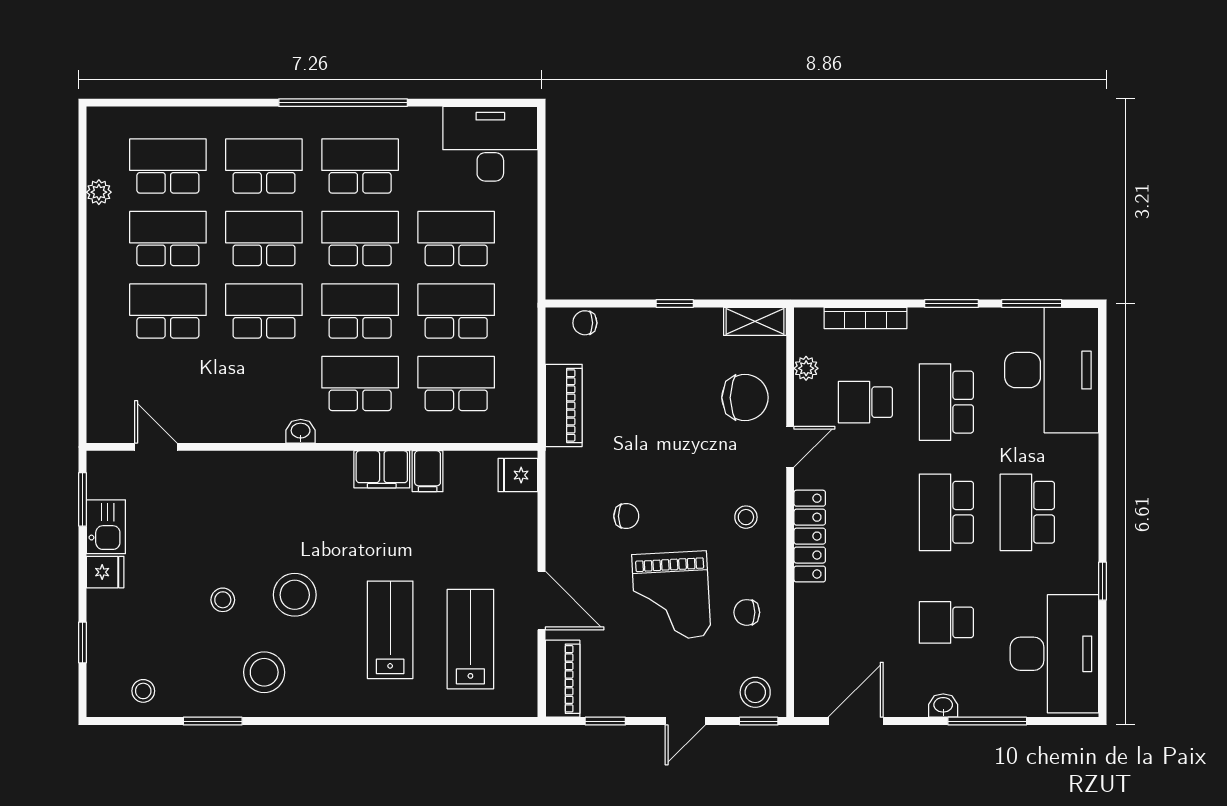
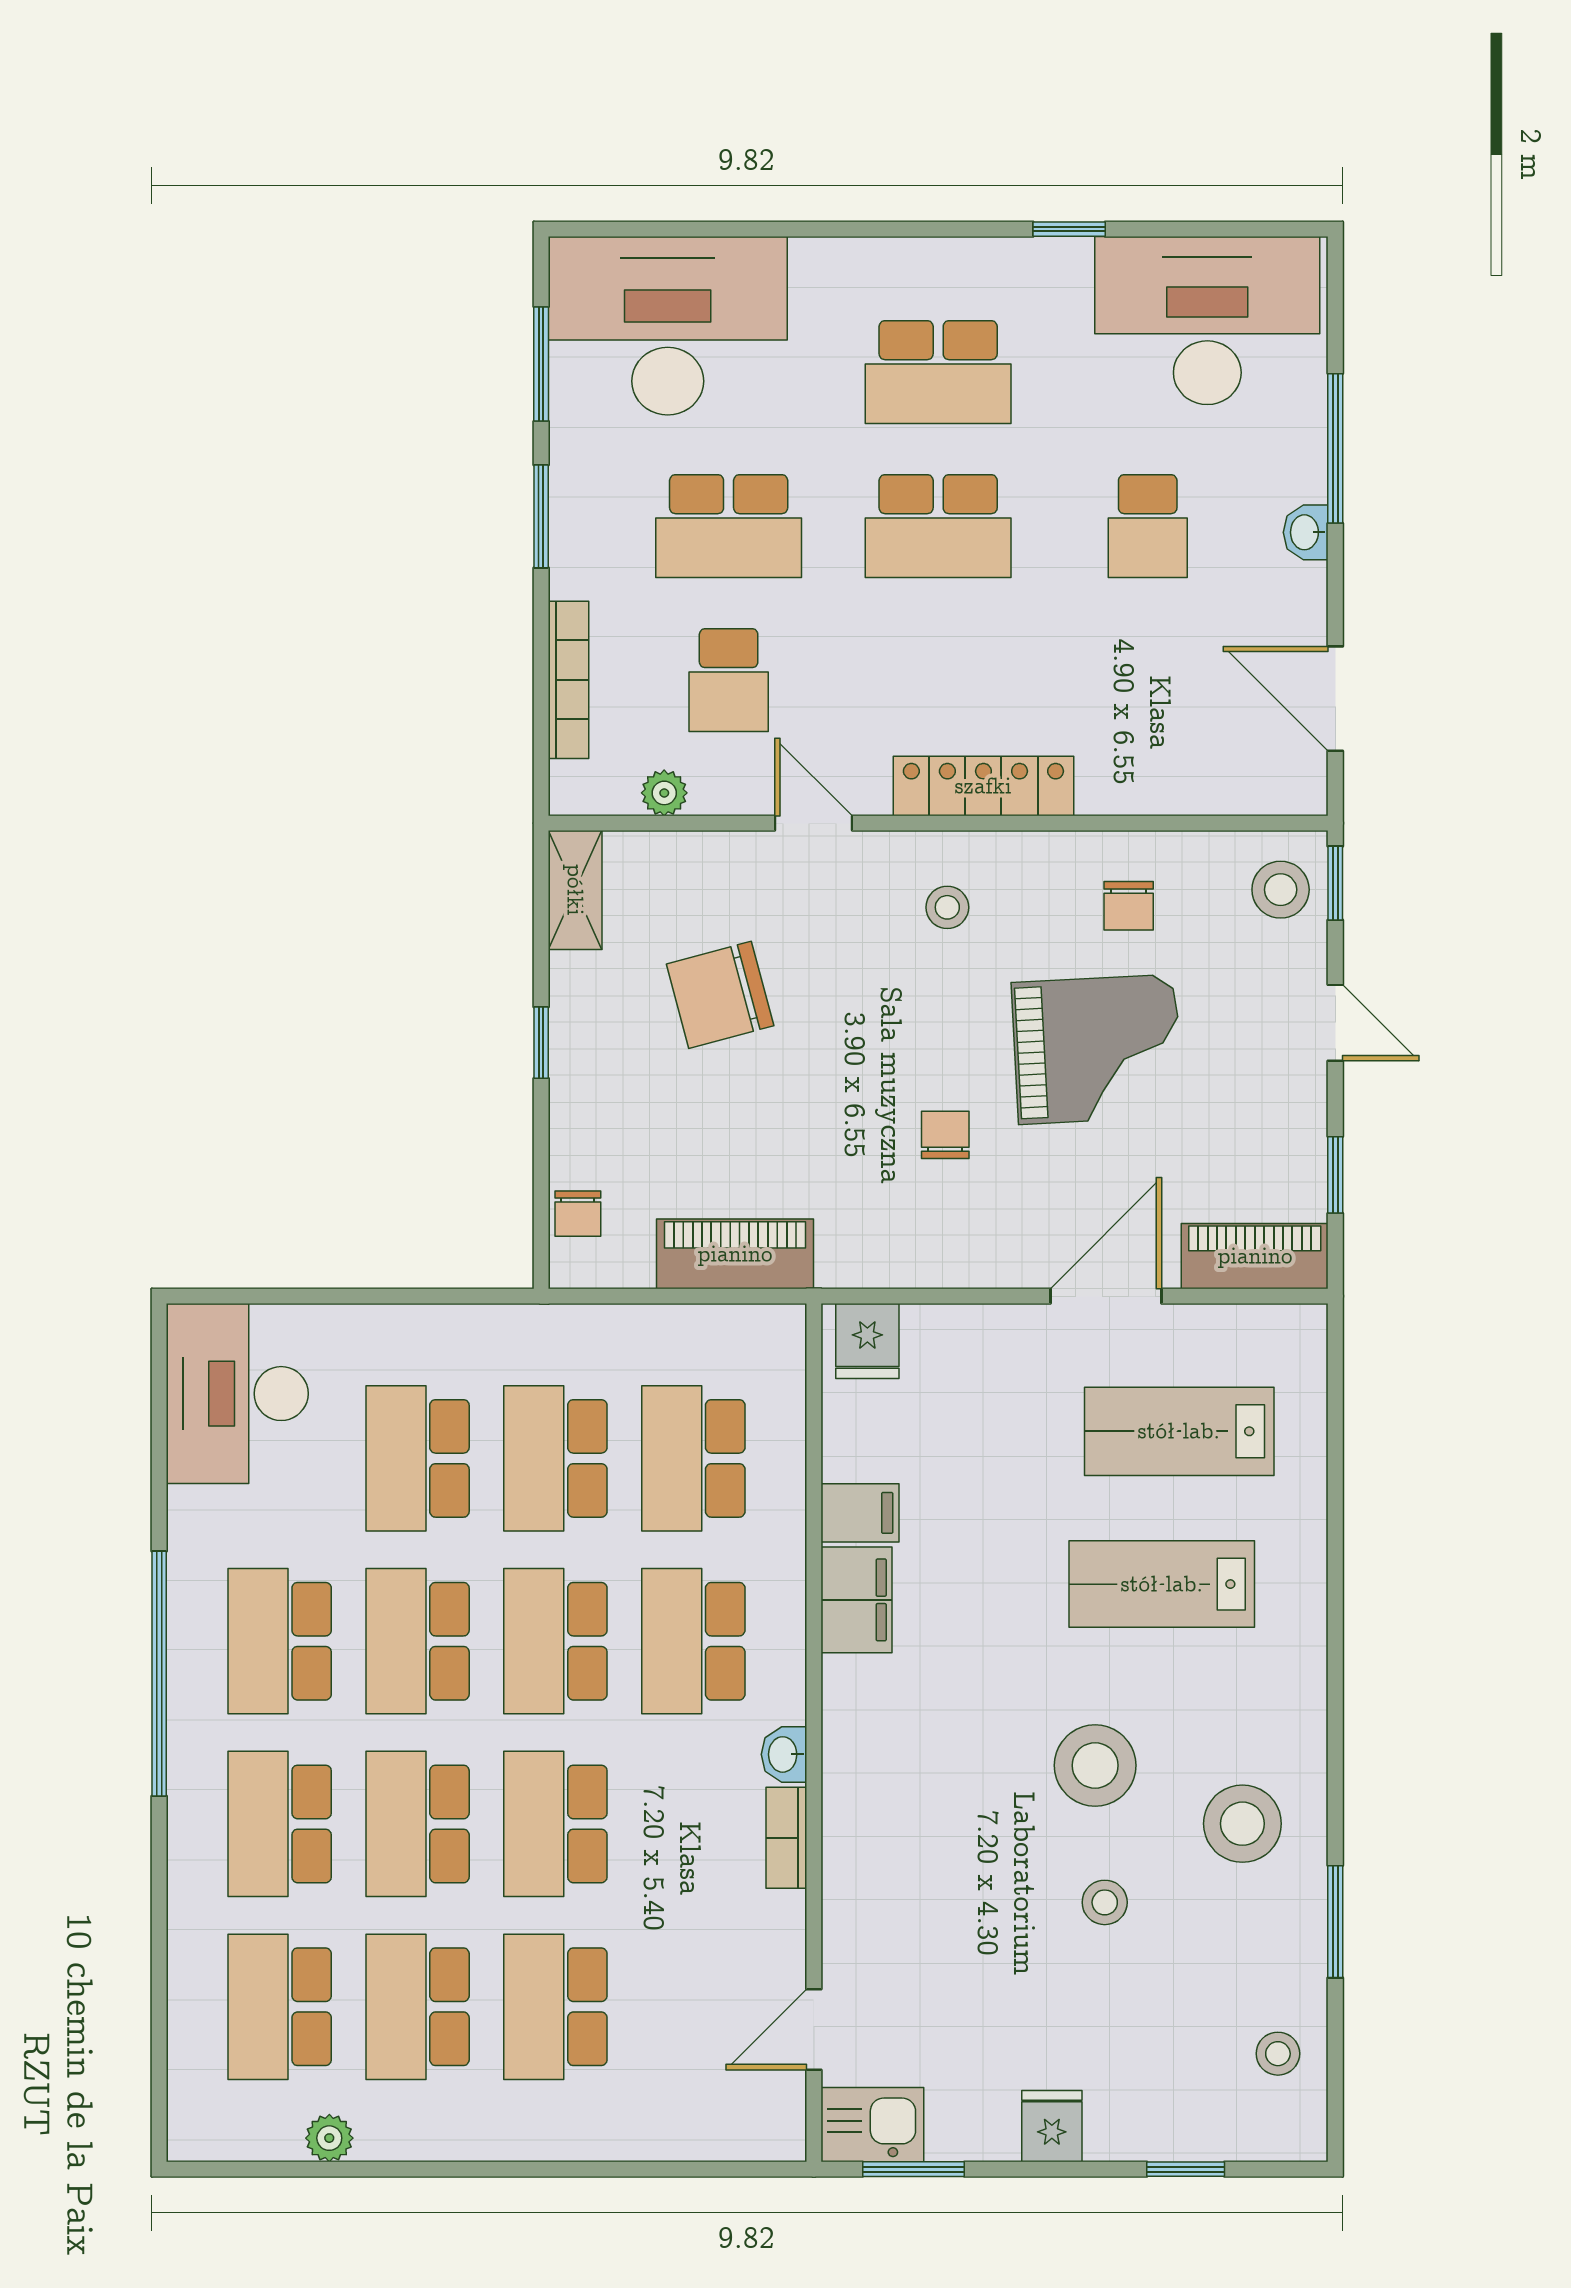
chair: (745, 398) -> (720, 995), moved, turned -105
bookcase: (257, 432) -> (786, 1838), added
kitchen sink: (106, 527) -> (872, 2125), moved

